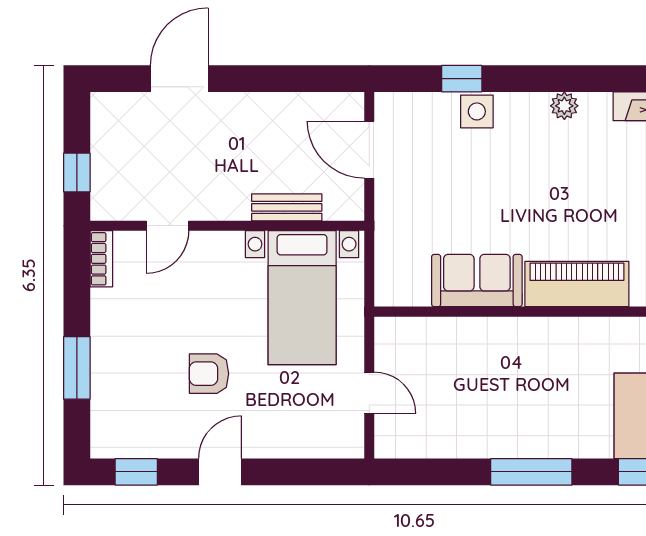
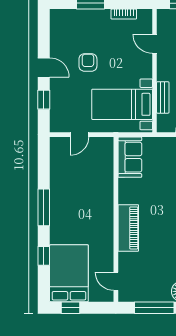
bookcase: (101, 259) -> (124, 14), moved
sofa: (477, 281) -> (130, 157), moved
window: (136, 472) -> (44, 100), moved

